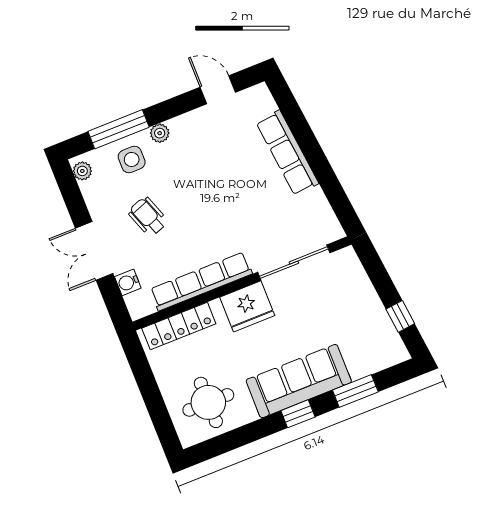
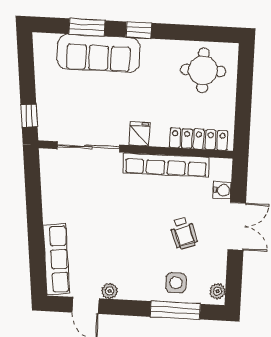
plant: (160, 133) -> (110, 291), moved
row of seats: (287, 153) -> (56, 259), moved
fridge: (247, 306) -> (139, 134), width x0.53, depth x0.75
window: (400, 316) -> (29, 116), moved
sofa: (299, 381) -> (99, 53), moved

